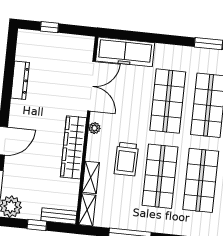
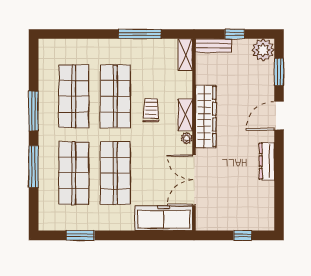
dresser: (20, 80) -> (267, 161), moved
trolley: (126, 159) -> (151, 110), width x0.73, depth x0.72
shelving: (91, 177) -> (185, 115), moved

